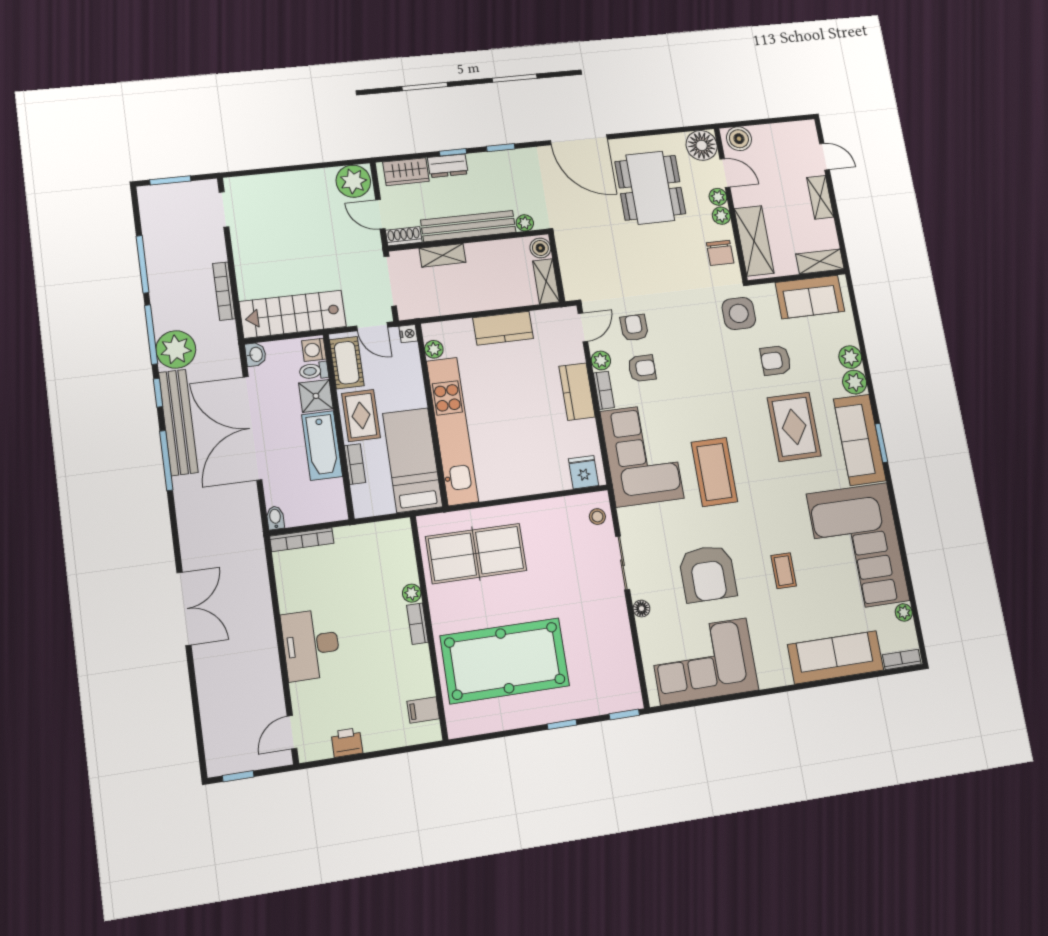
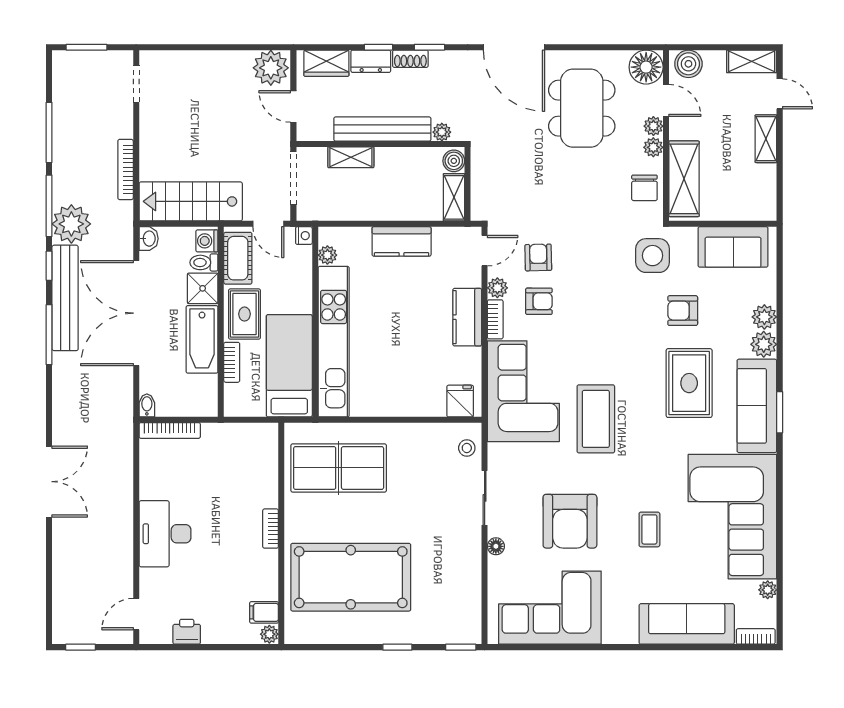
shoe rack: (404, 236) -> (410, 59), moved, turned 180
shelving: (820, 262) -> (752, 61), moved
plant: (412, 593) -> (269, 634), moved

